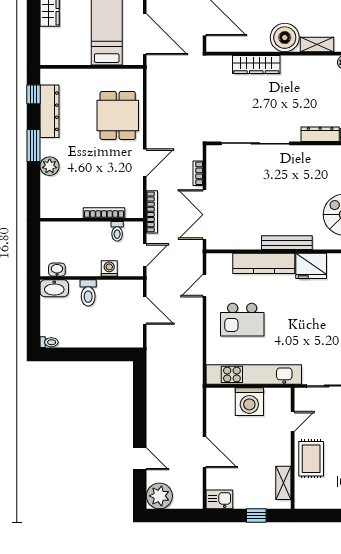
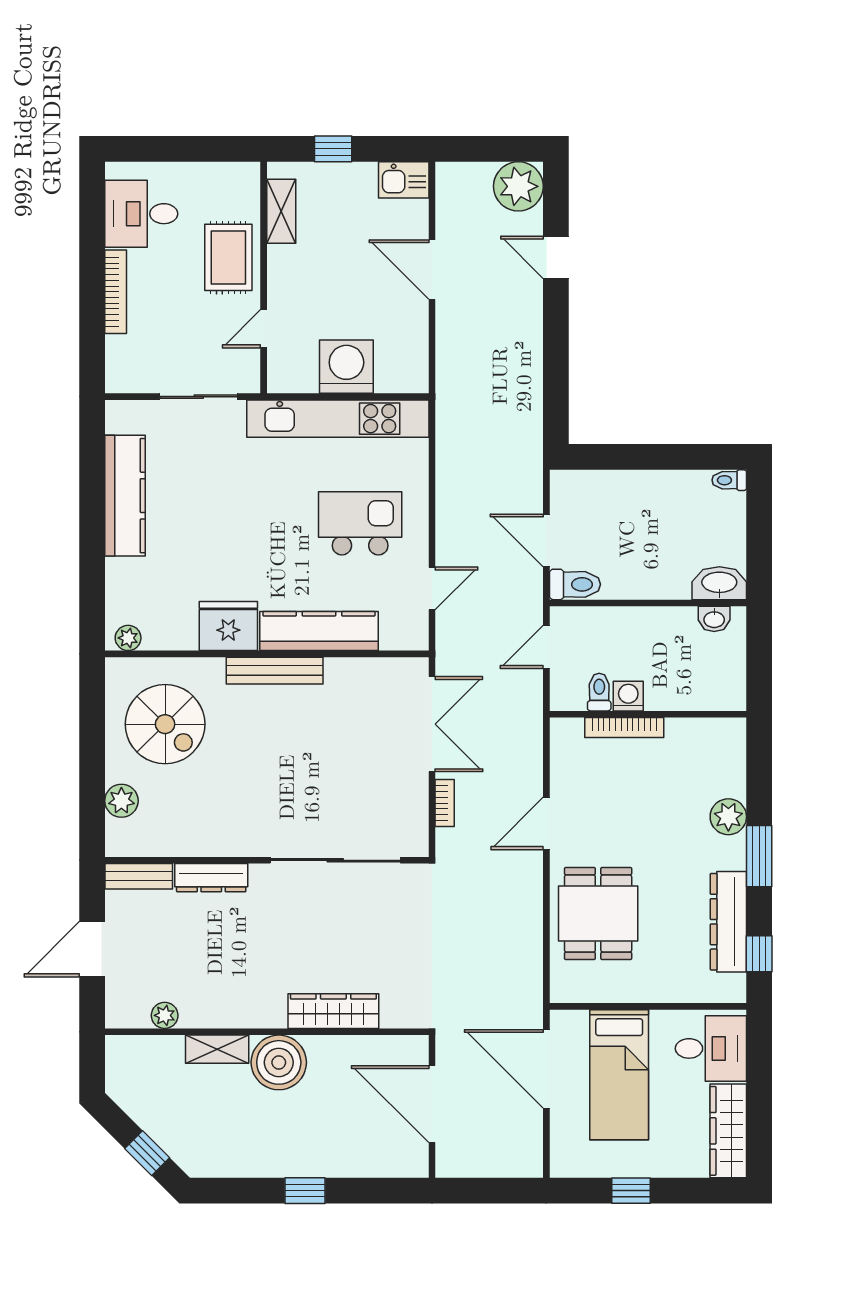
desk: (59, 45) -> (711, 1048), added
bookcase: (152, 212) -> (533, 729), removed
washing machine: (109, 268) -> (628, 696), moved, turned 180
toilet: (88, 293) -> (575, 584), moved, turned 90

